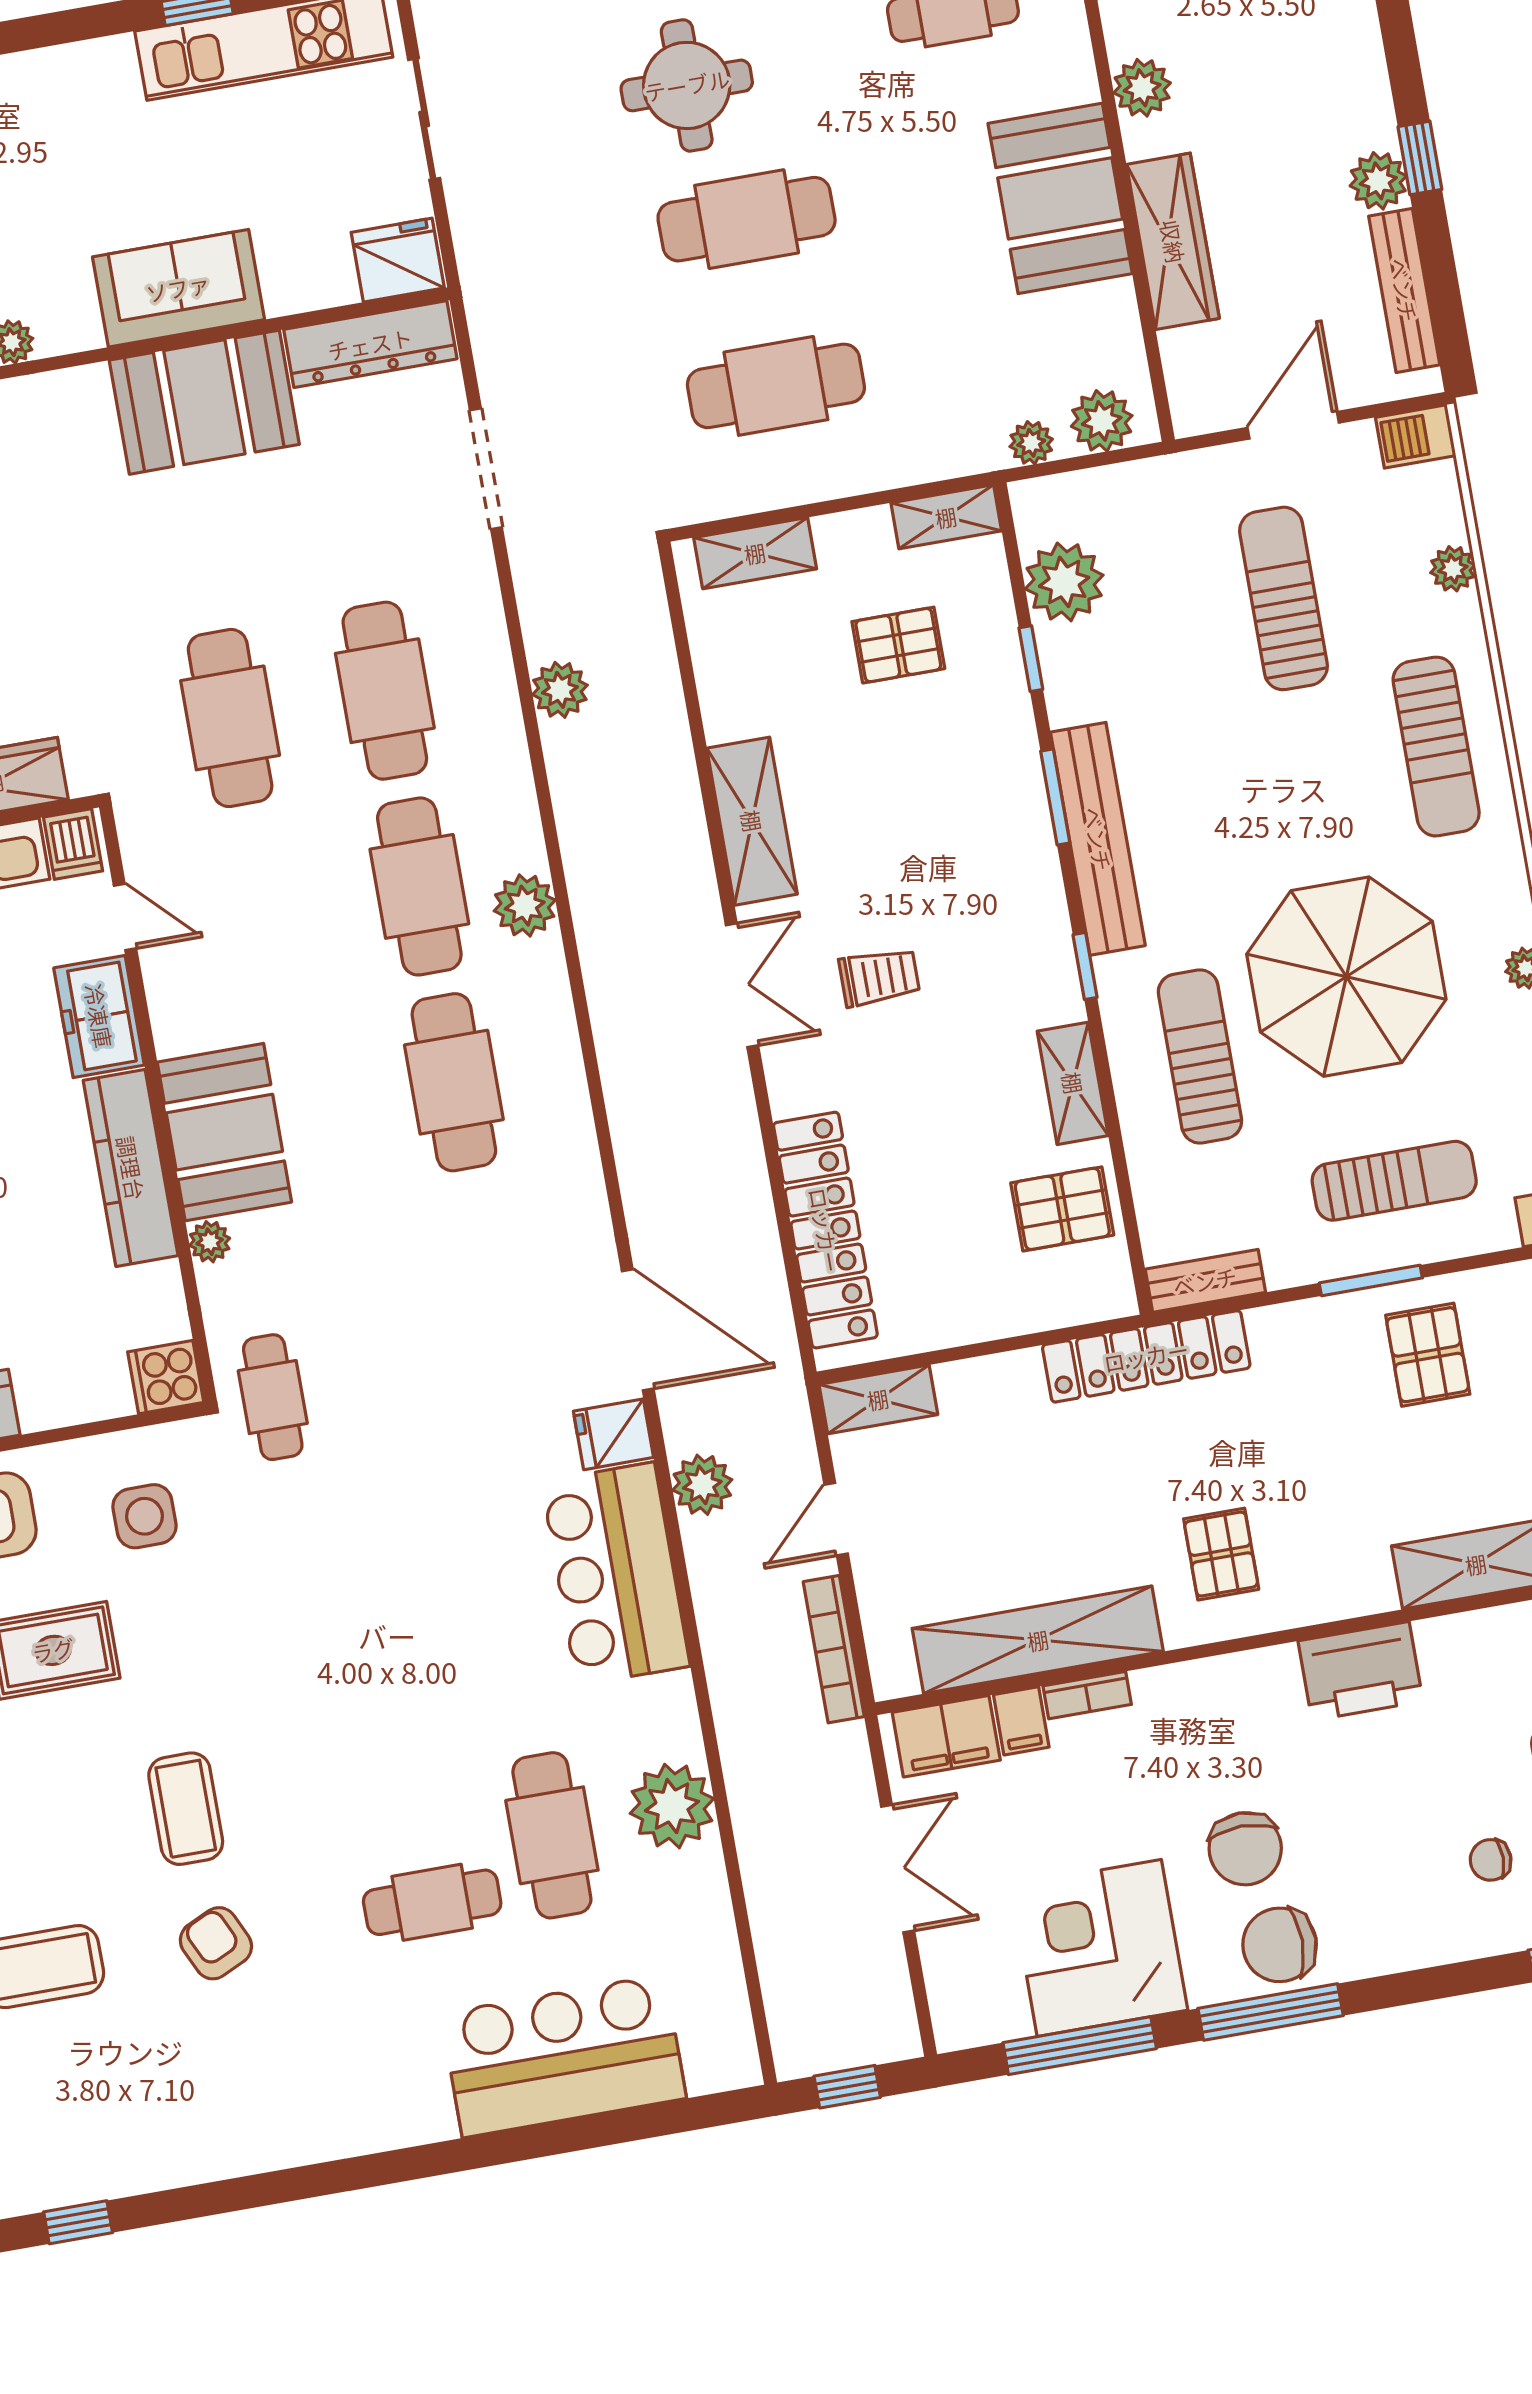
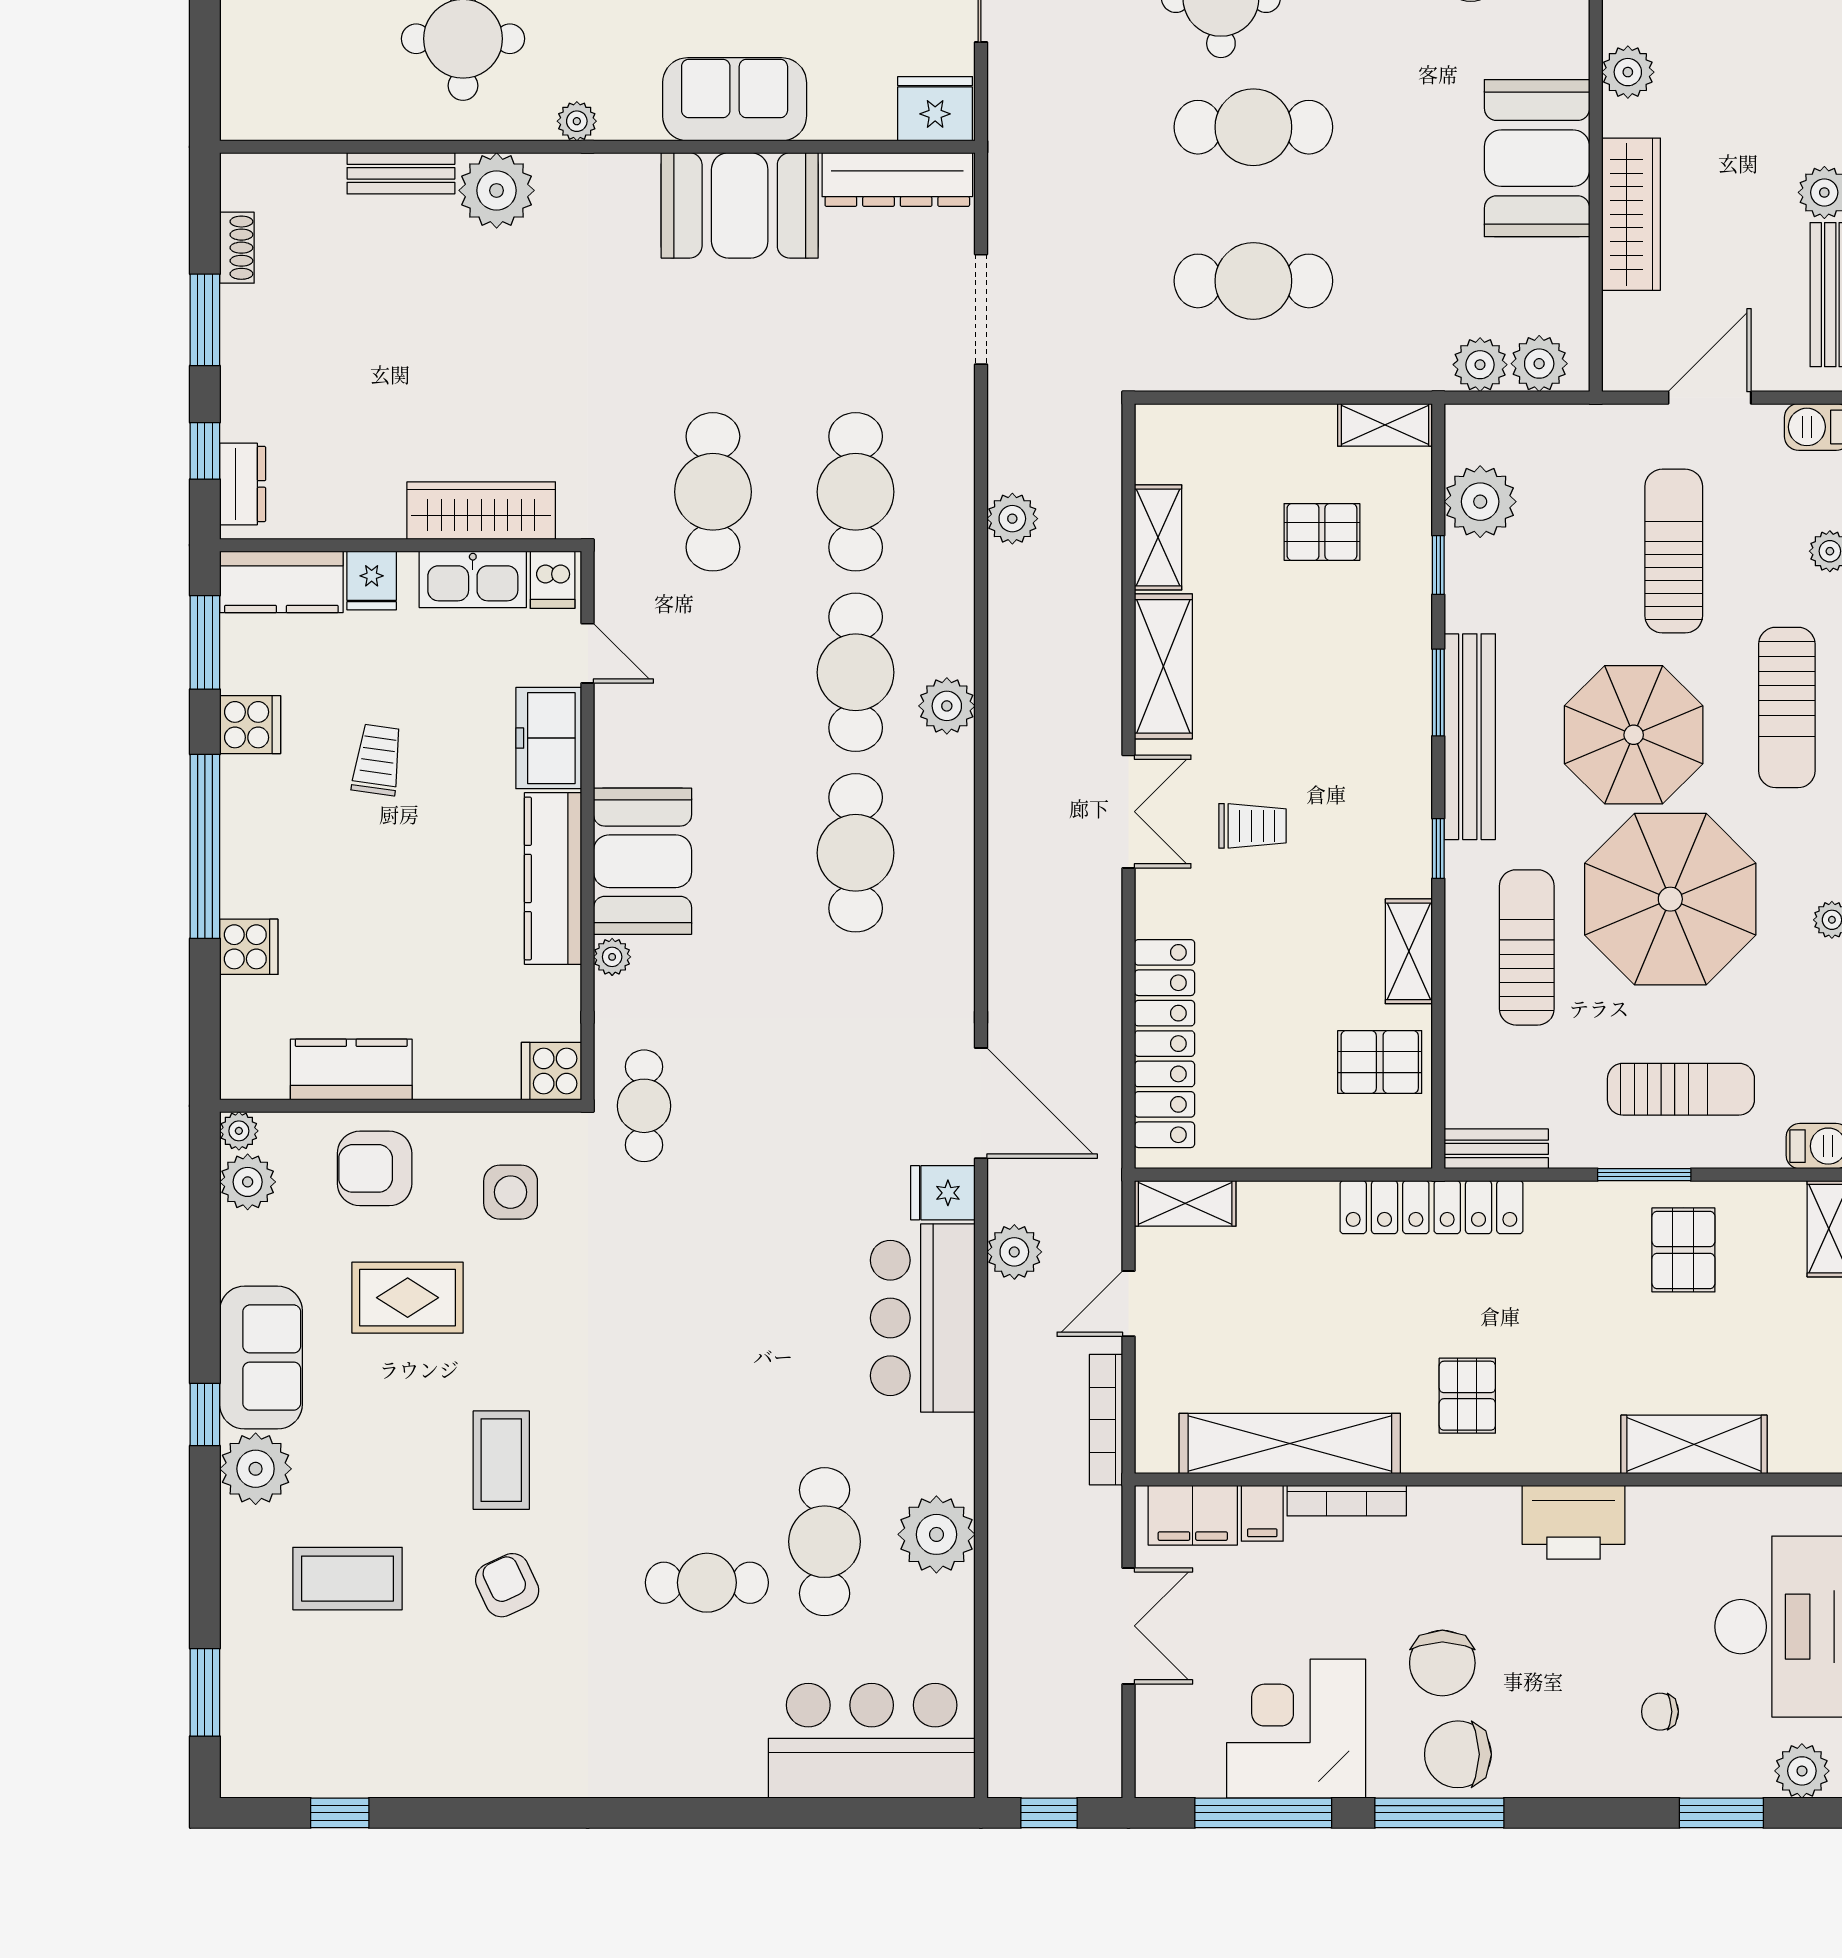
plant: (1031, 443) -> (1480, 365), width x1.38, depth x1.38
shelving: (755, 553) -> (1158, 537), moved, turned 90
parasol: (1275, 805) -> (1634, 735), added
bookcase: (1087, 1695) -> (1347, 1501), width x1.56
bar counter: (564, 2056) -> (872, 1741), moved

